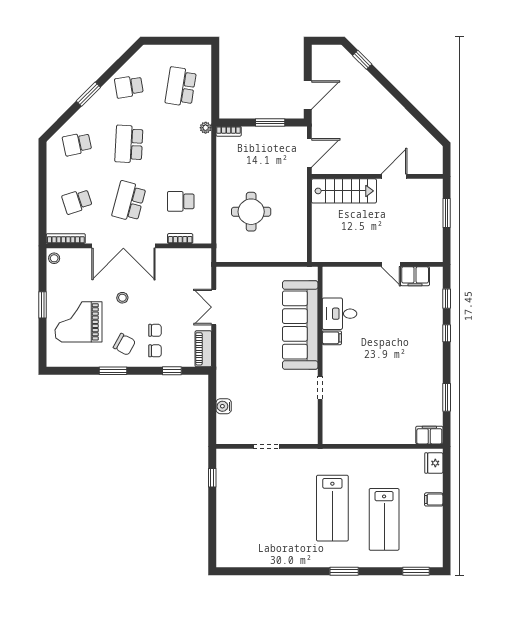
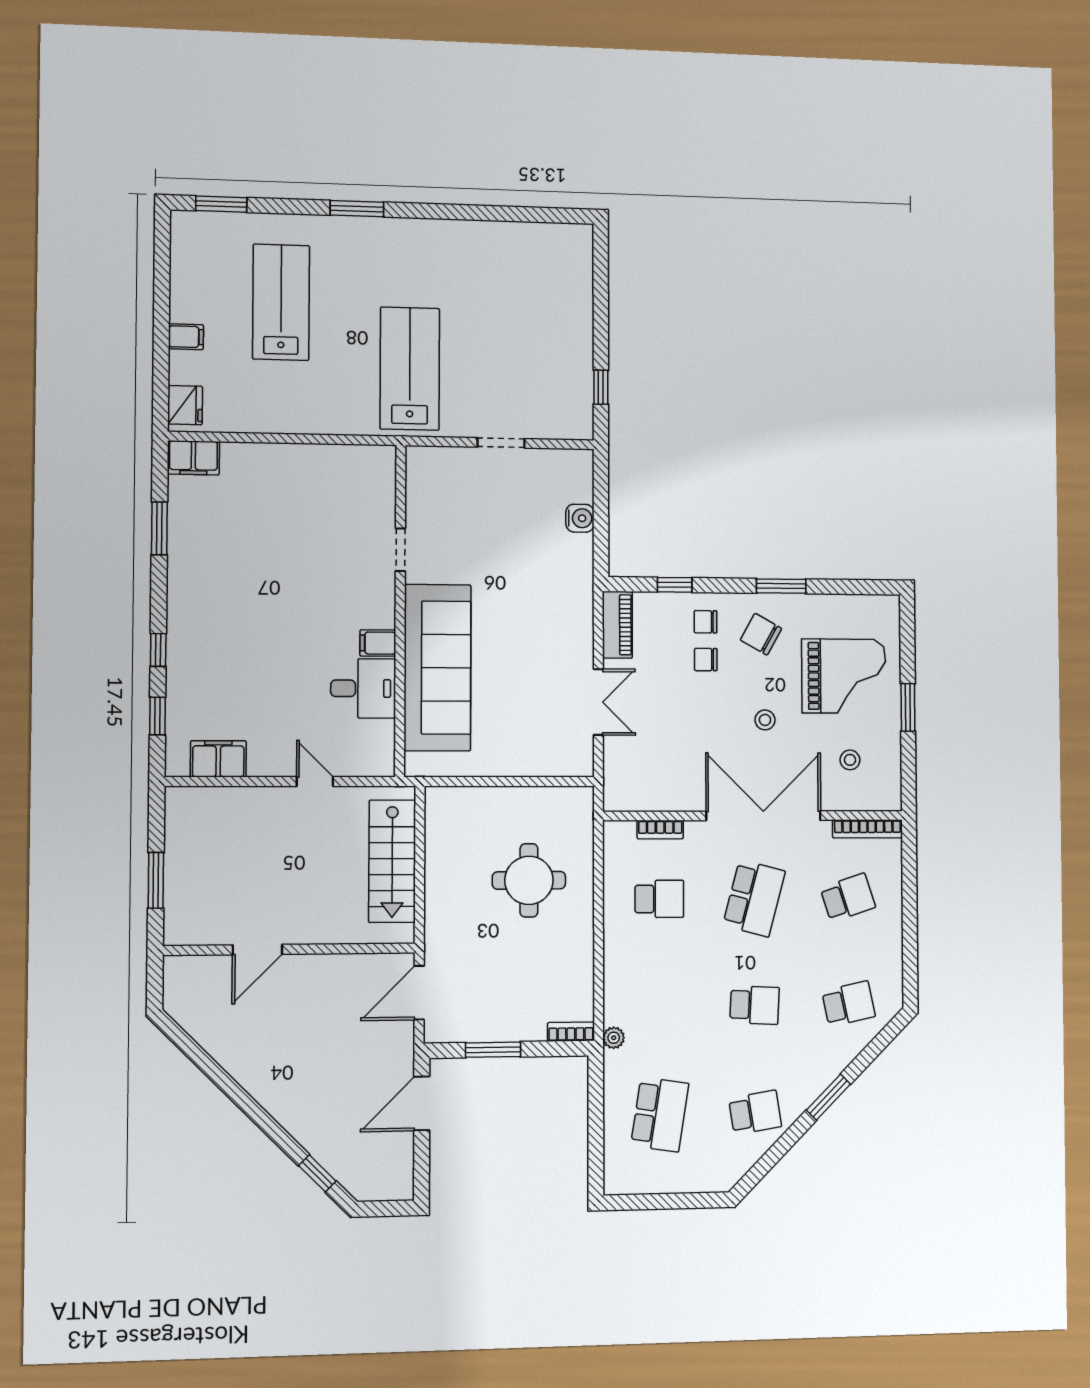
school desk: (129, 144) -> (755, 1005), width x0.54
stairs: (344, 191) -> (392, 861), moved, turned -90
stool: (54, 258) -> (850, 760), moved
door: (391, 264) -> (315, 782), moved
lab bench: (332, 508) -> (410, 369), moved

